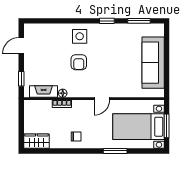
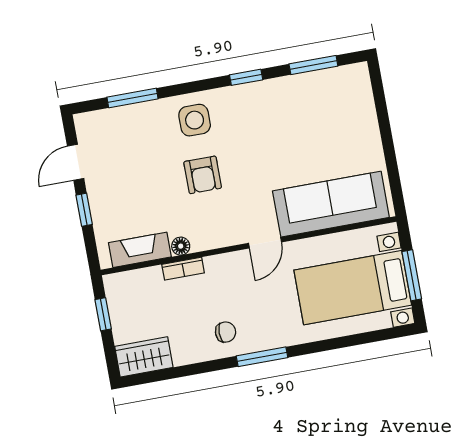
window: (53, 21) -> (133, 98), added
sofa: (153, 63) -> (331, 204), moved, turned 90
window: (21, 79) -> (84, 210), moved
window: (21, 118) -> (103, 314), added
window: (115, 151) -> (262, 357), moved

